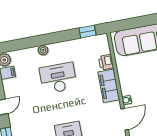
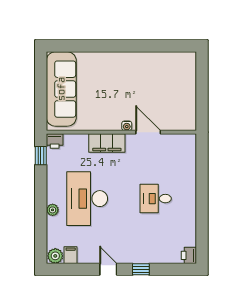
printer: (106, 62) -> (55, 141), moved
desk: (58, 78) -> (87, 199), width x1.36, depth x1.30

